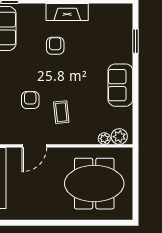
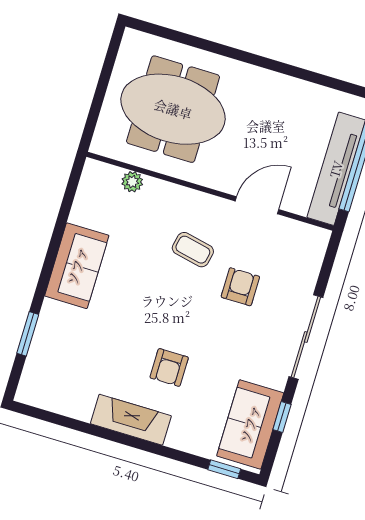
armchair: (30, 100) -> (240, 287), turned 180
coffee table: (61, 112) -> (193, 250), turned -72
plant: (119, 137) -> (105, 177), removed

